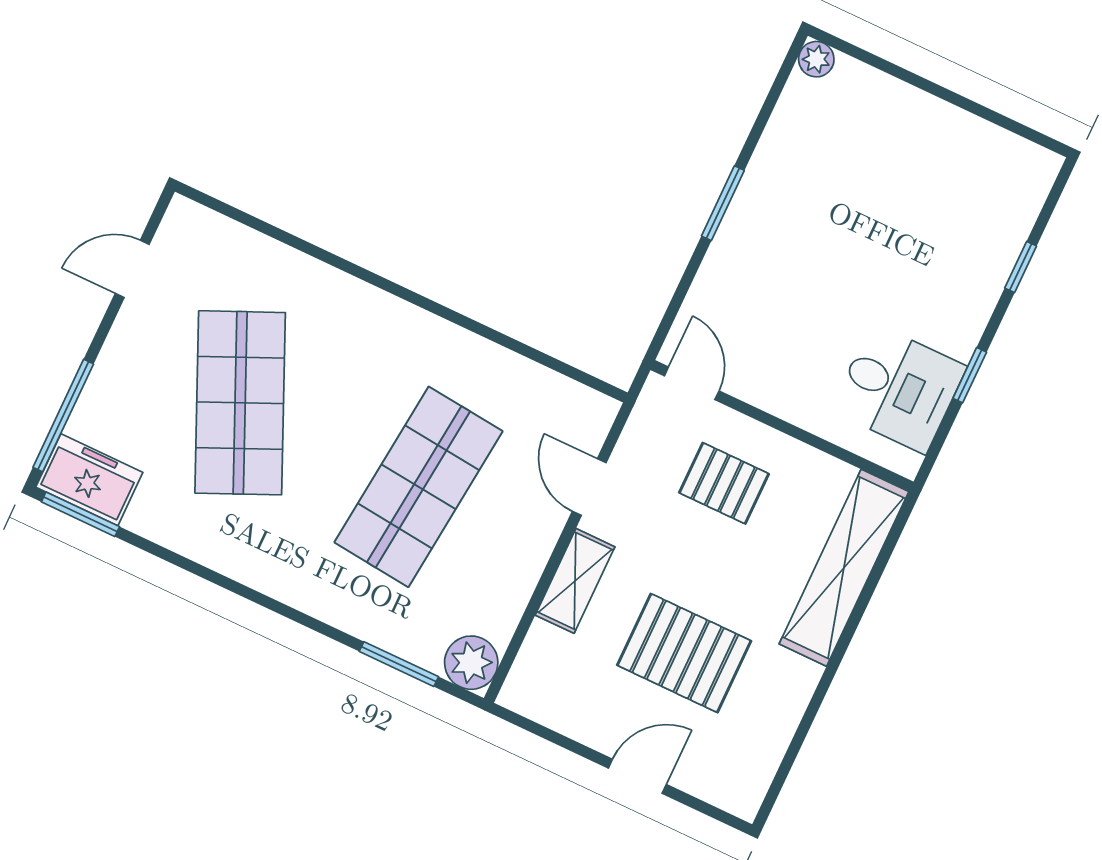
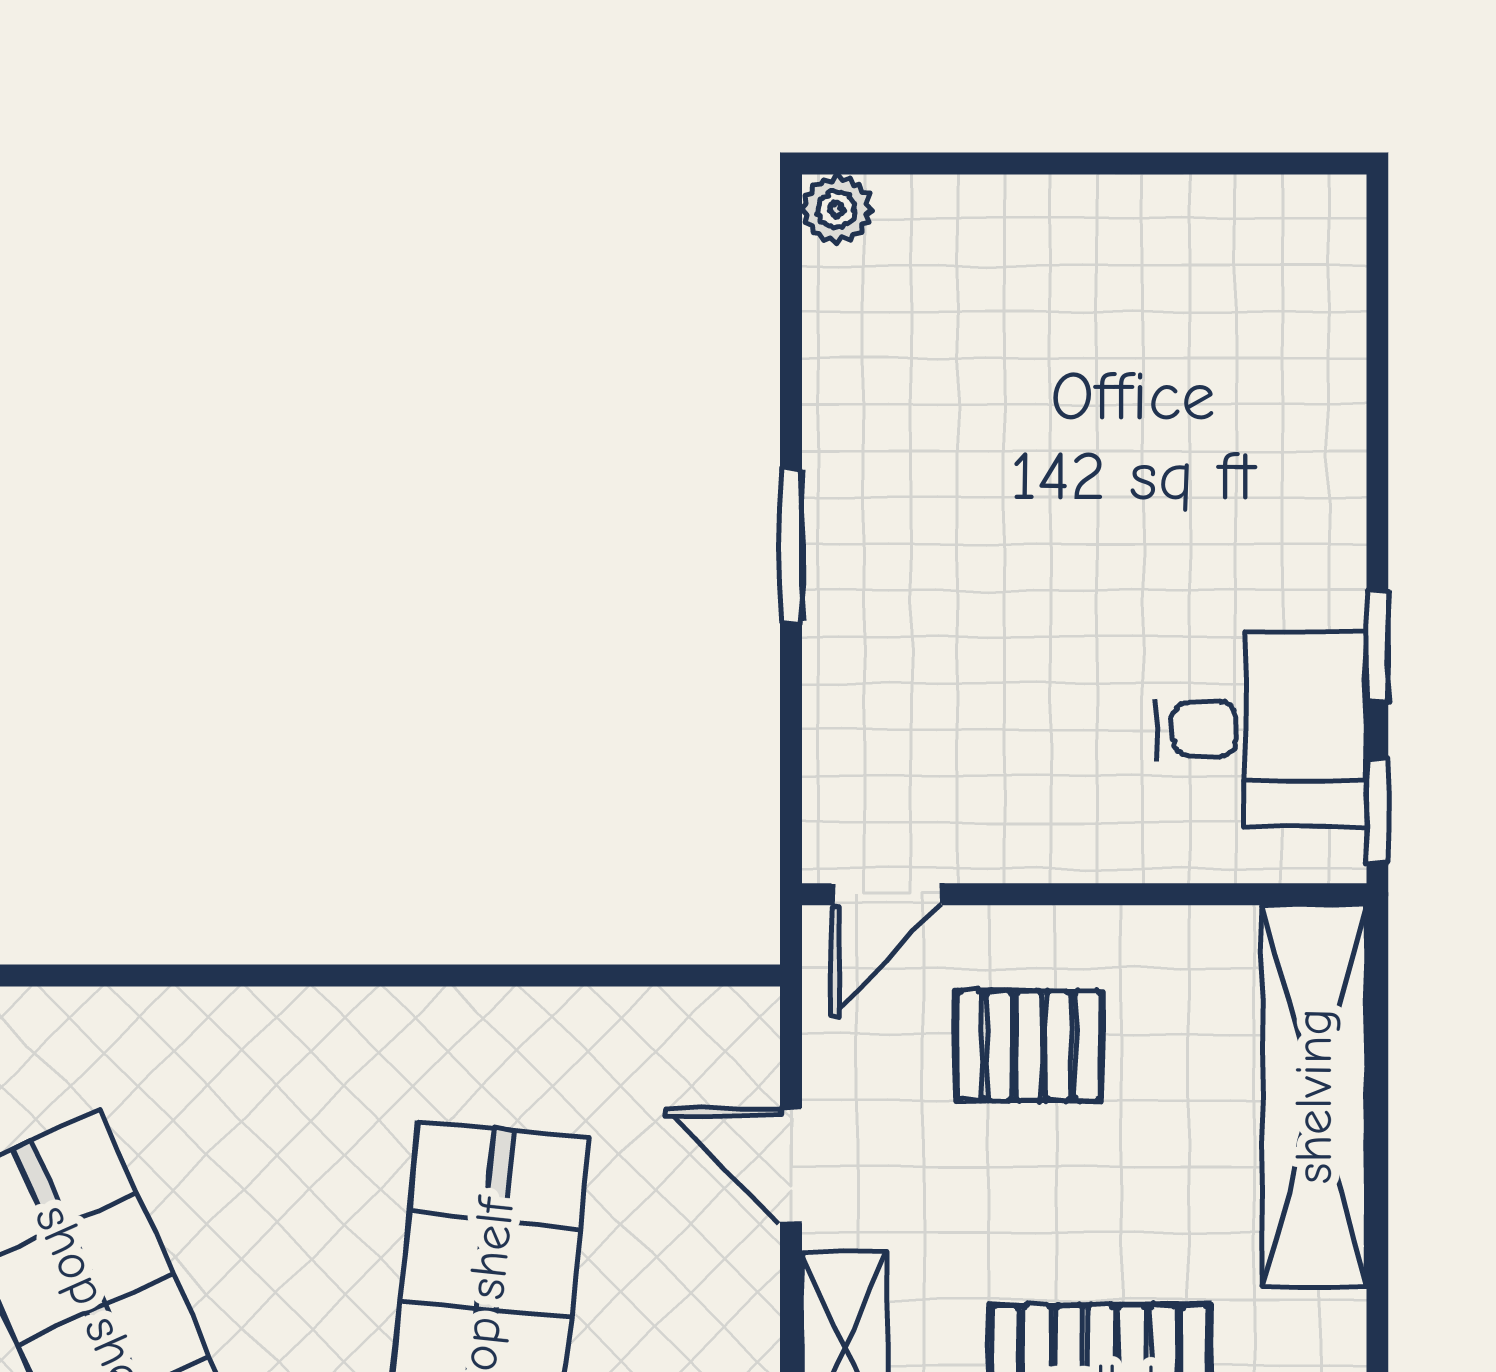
window: (1021, 267) -> (1377, 811), moved
door: (692, 383) -> (887, 894), swing flipped

